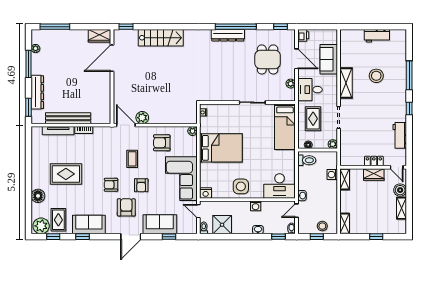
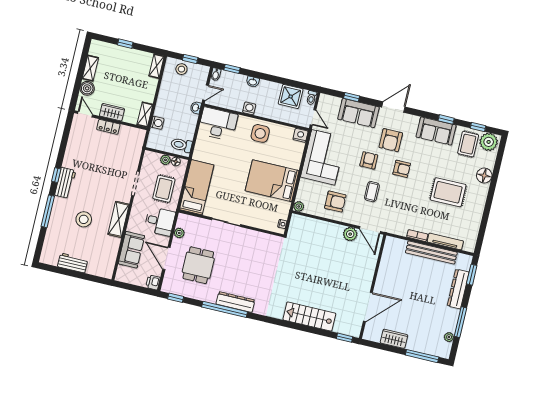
wardrobe: (100, 36) -> (394, 339), moved
workbench: (400, 135) -> (65, 183), moved
plant: (333, 144) -> (165, 160), moved

